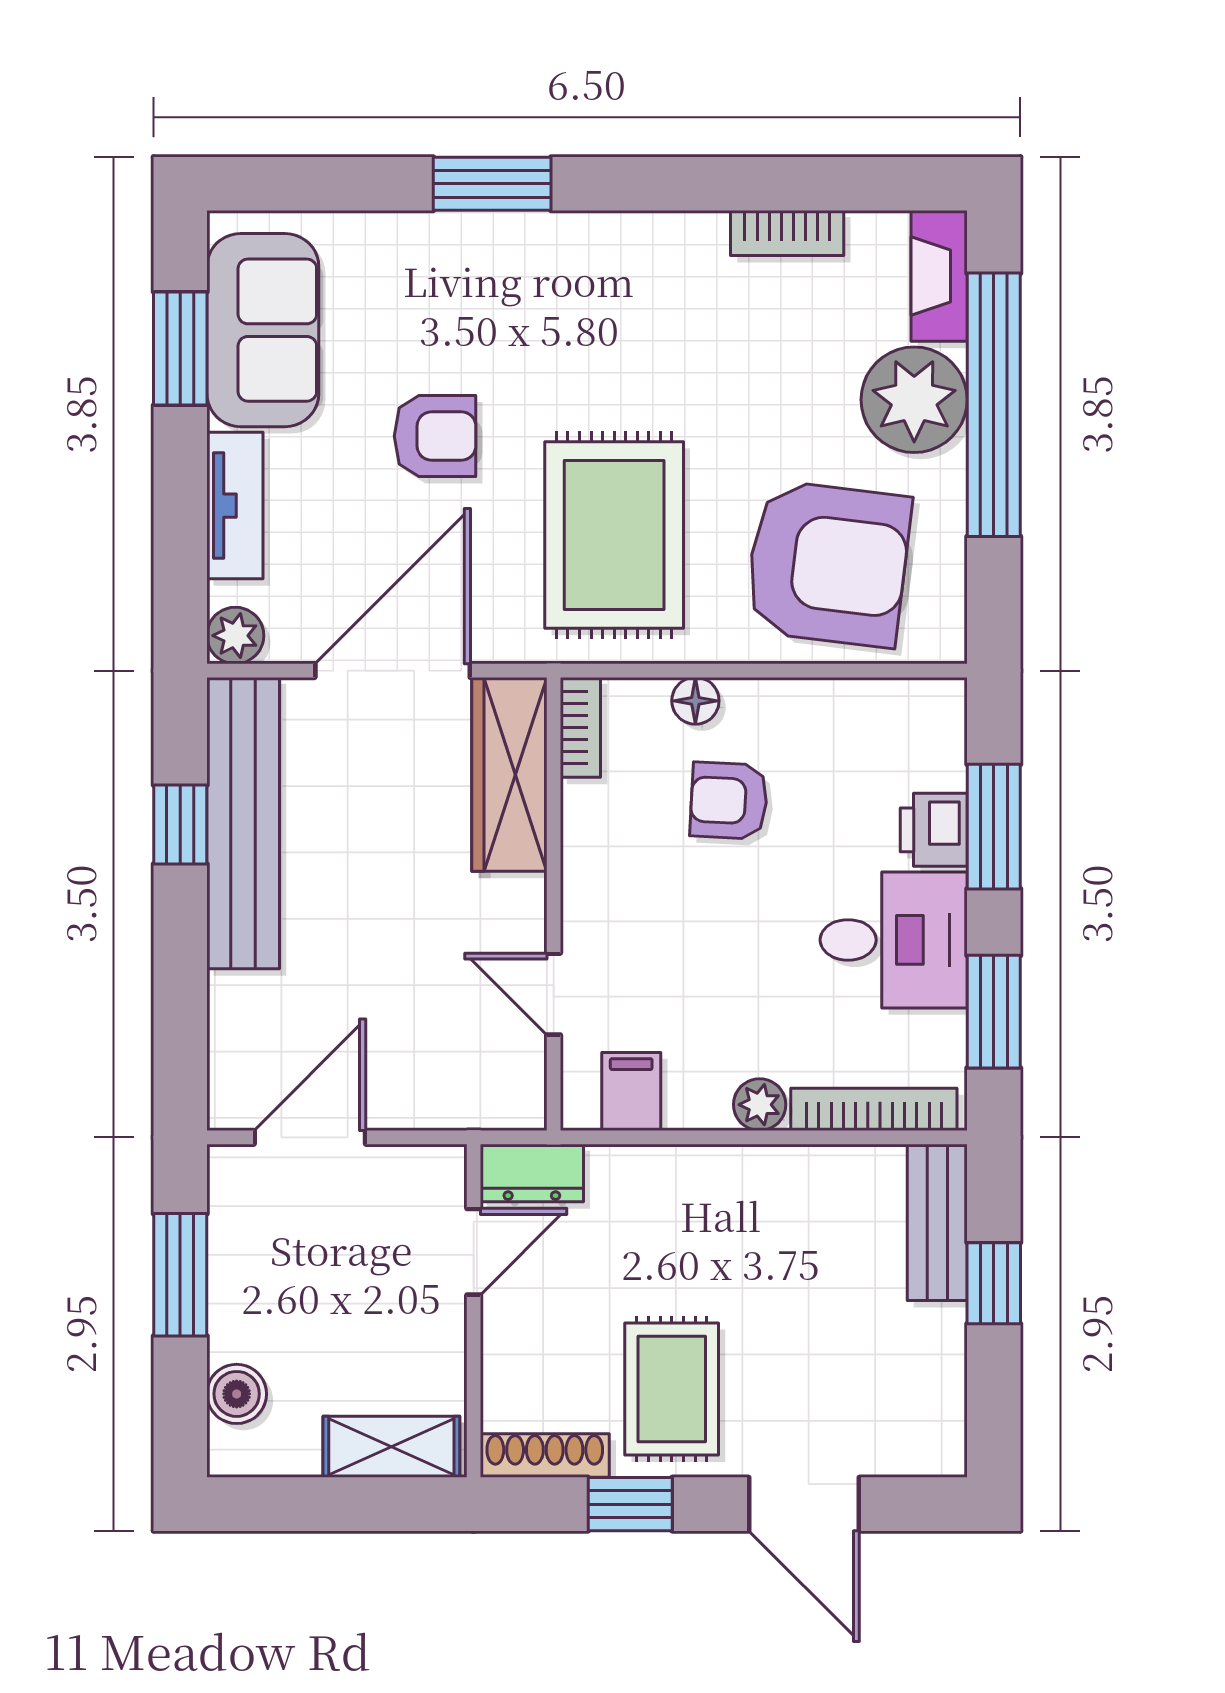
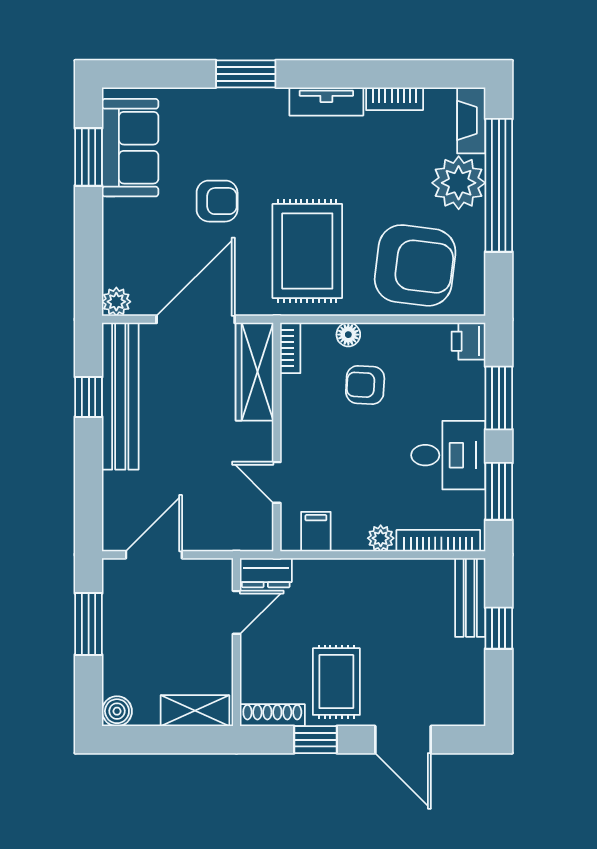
tv unit: (235, 506) -> (326, 101), moved, turned 90
printer: (934, 830) -> (468, 341), moved
boiler: (237, 1394) -> (117, 711), moved

